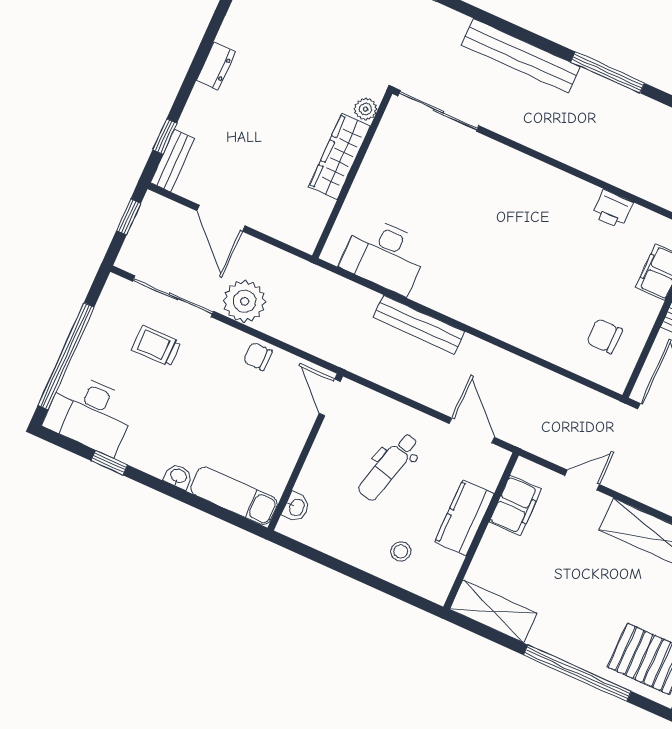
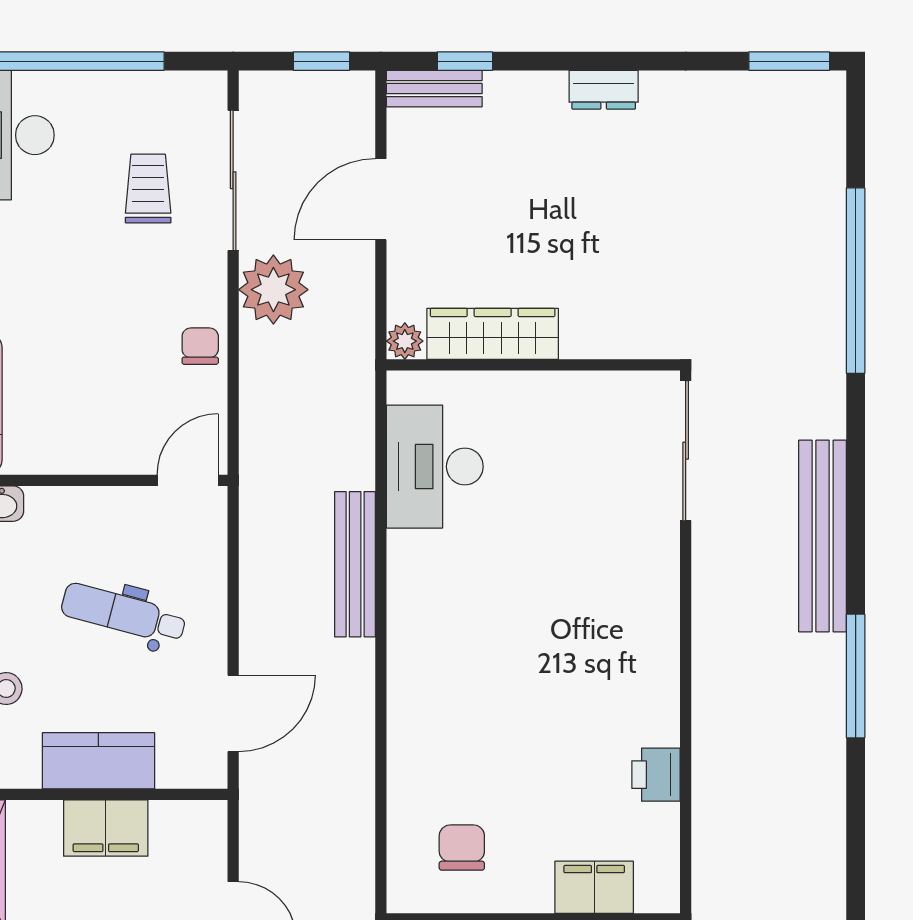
plant: (366, 109) -> (405, 341), moved
wardrobe: (339, 156) -> (493, 334), moved
filing cabinet: (515, 506) -> (106, 828), moved

